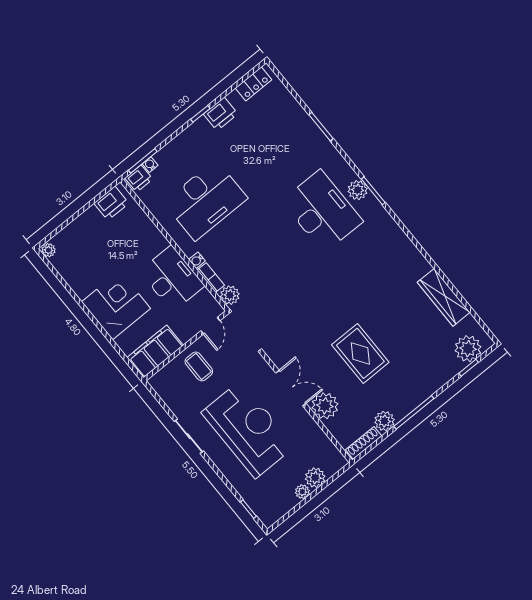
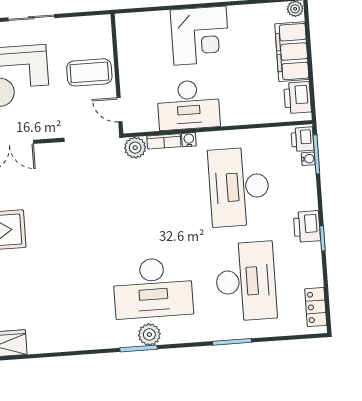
printer: (221, 114) -> (307, 227), moved
desk: (270, 147) -> (246, 281), added
filing cabinet: (155, 351) -> (292, 52), moved, turned 180
coffee table: (199, 366) -> (89, 72), width x1.36, depth x1.30

